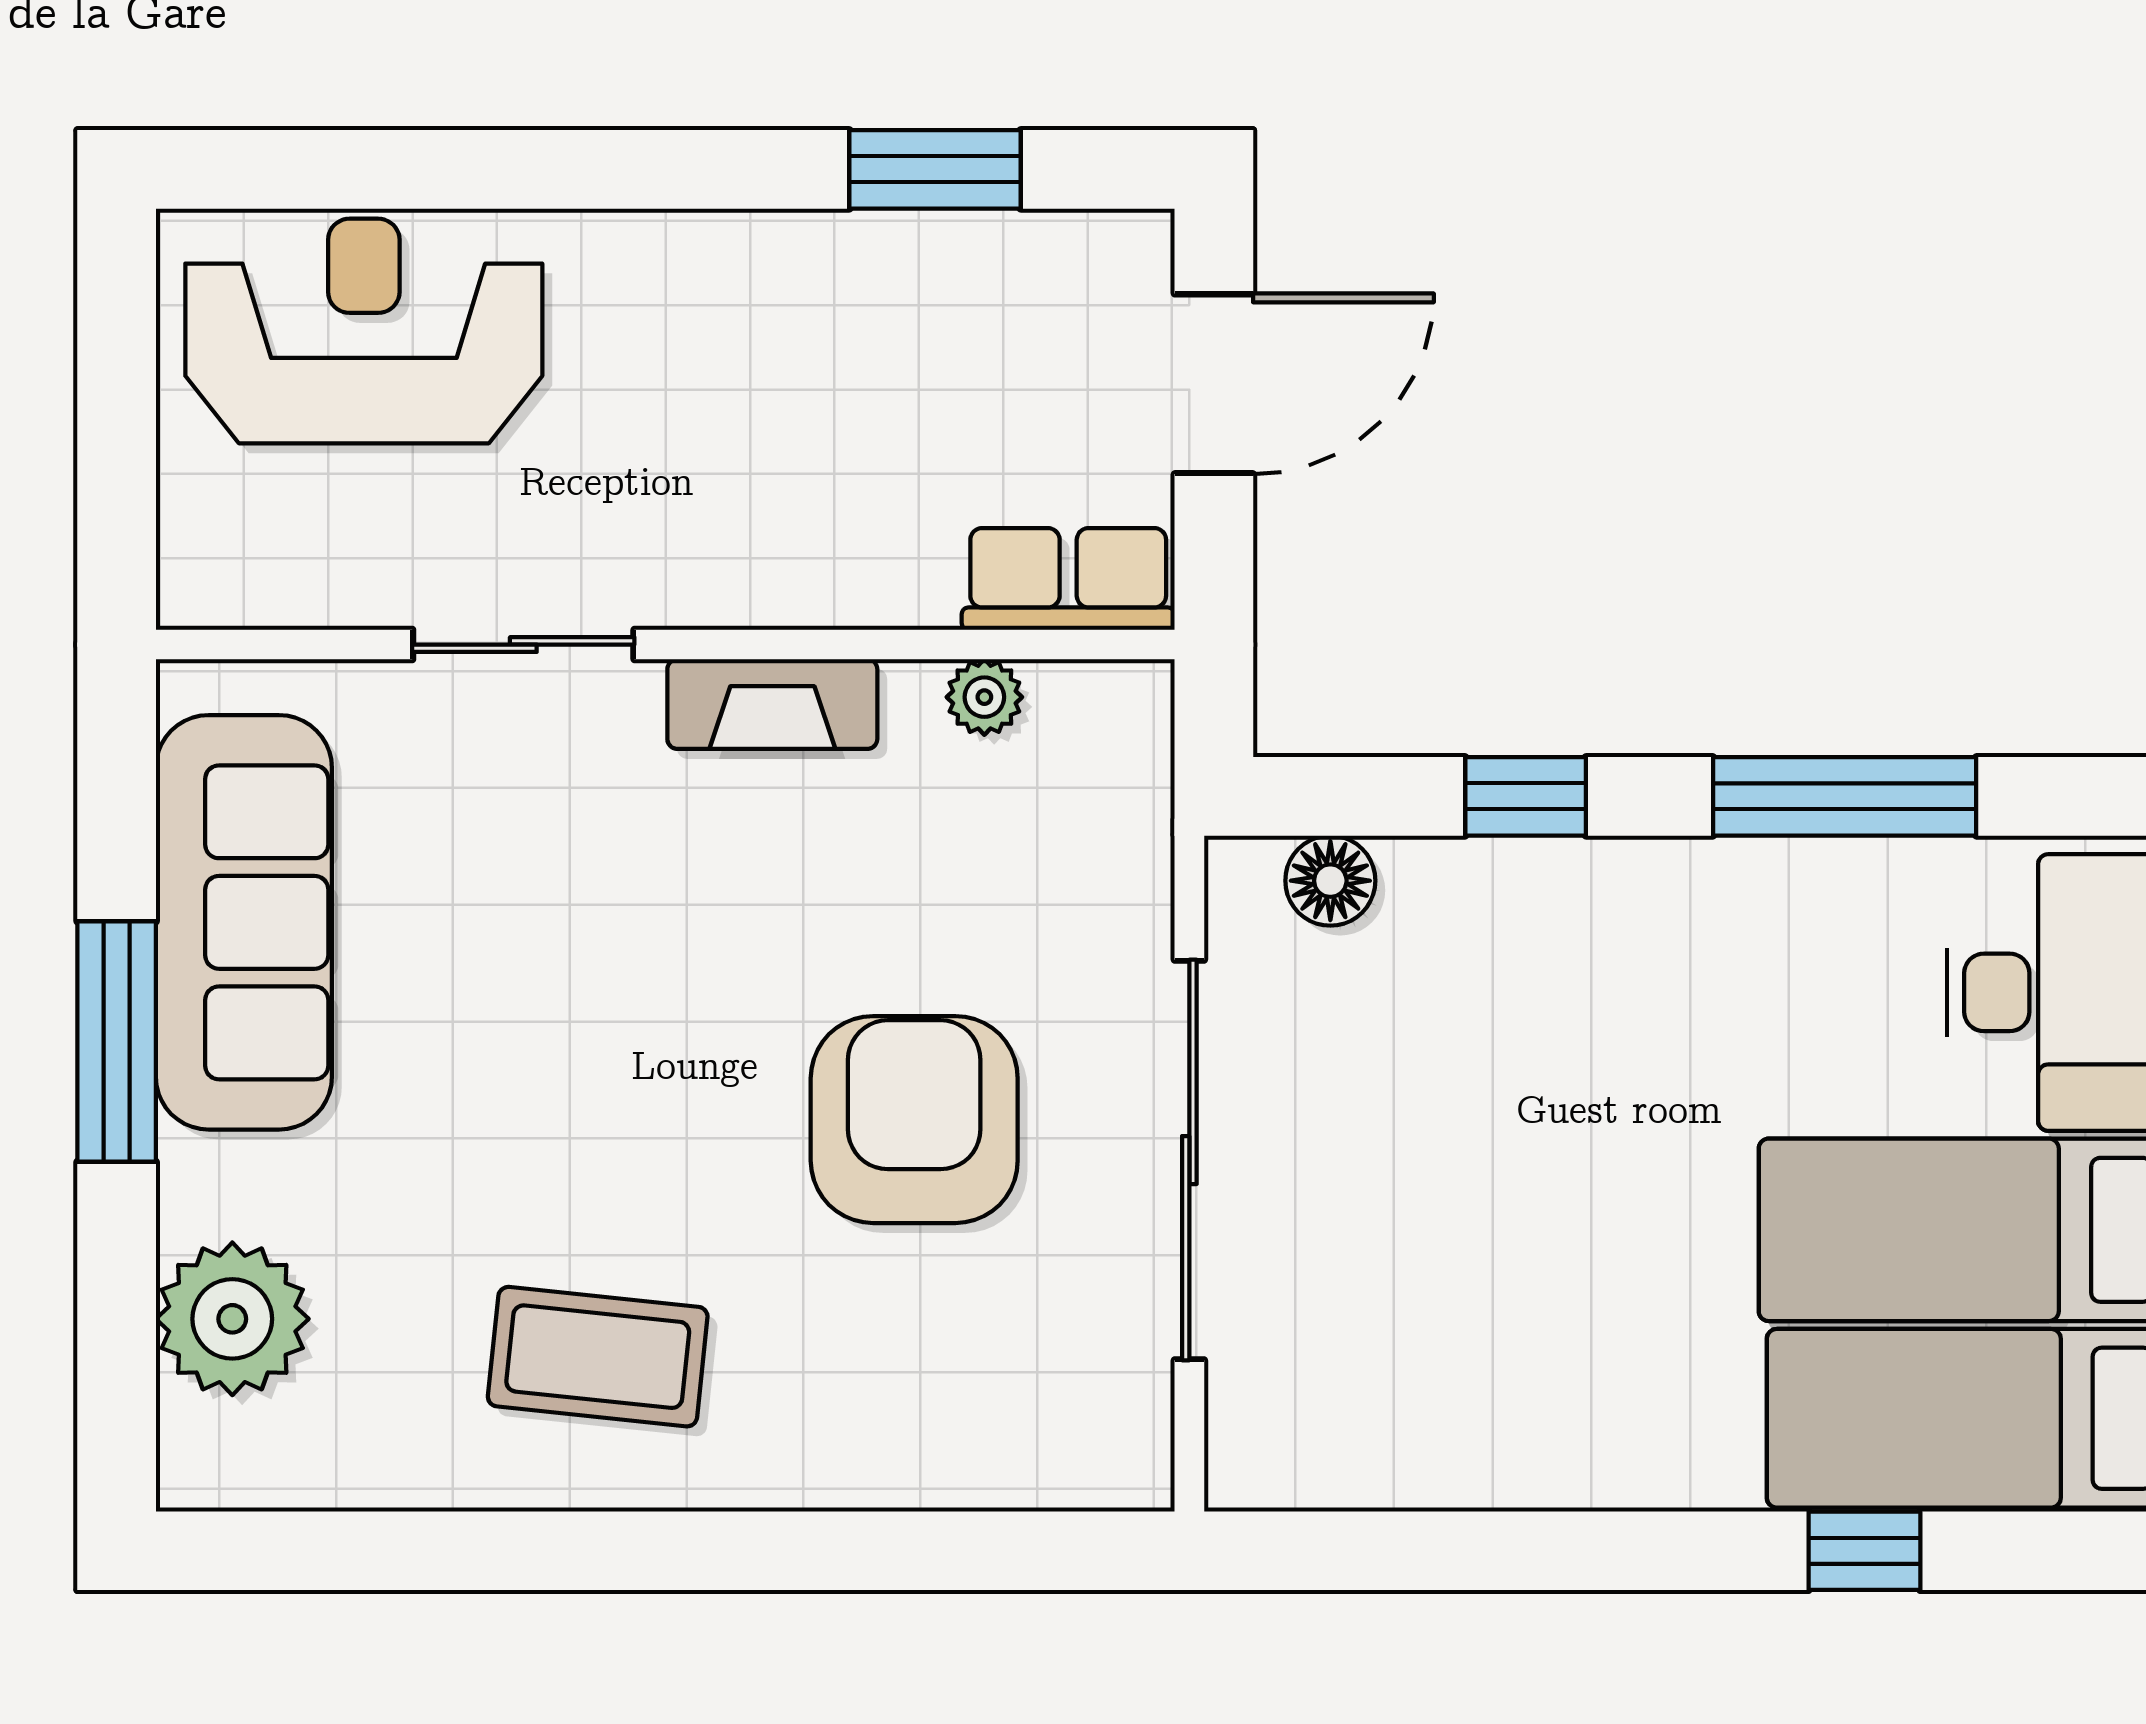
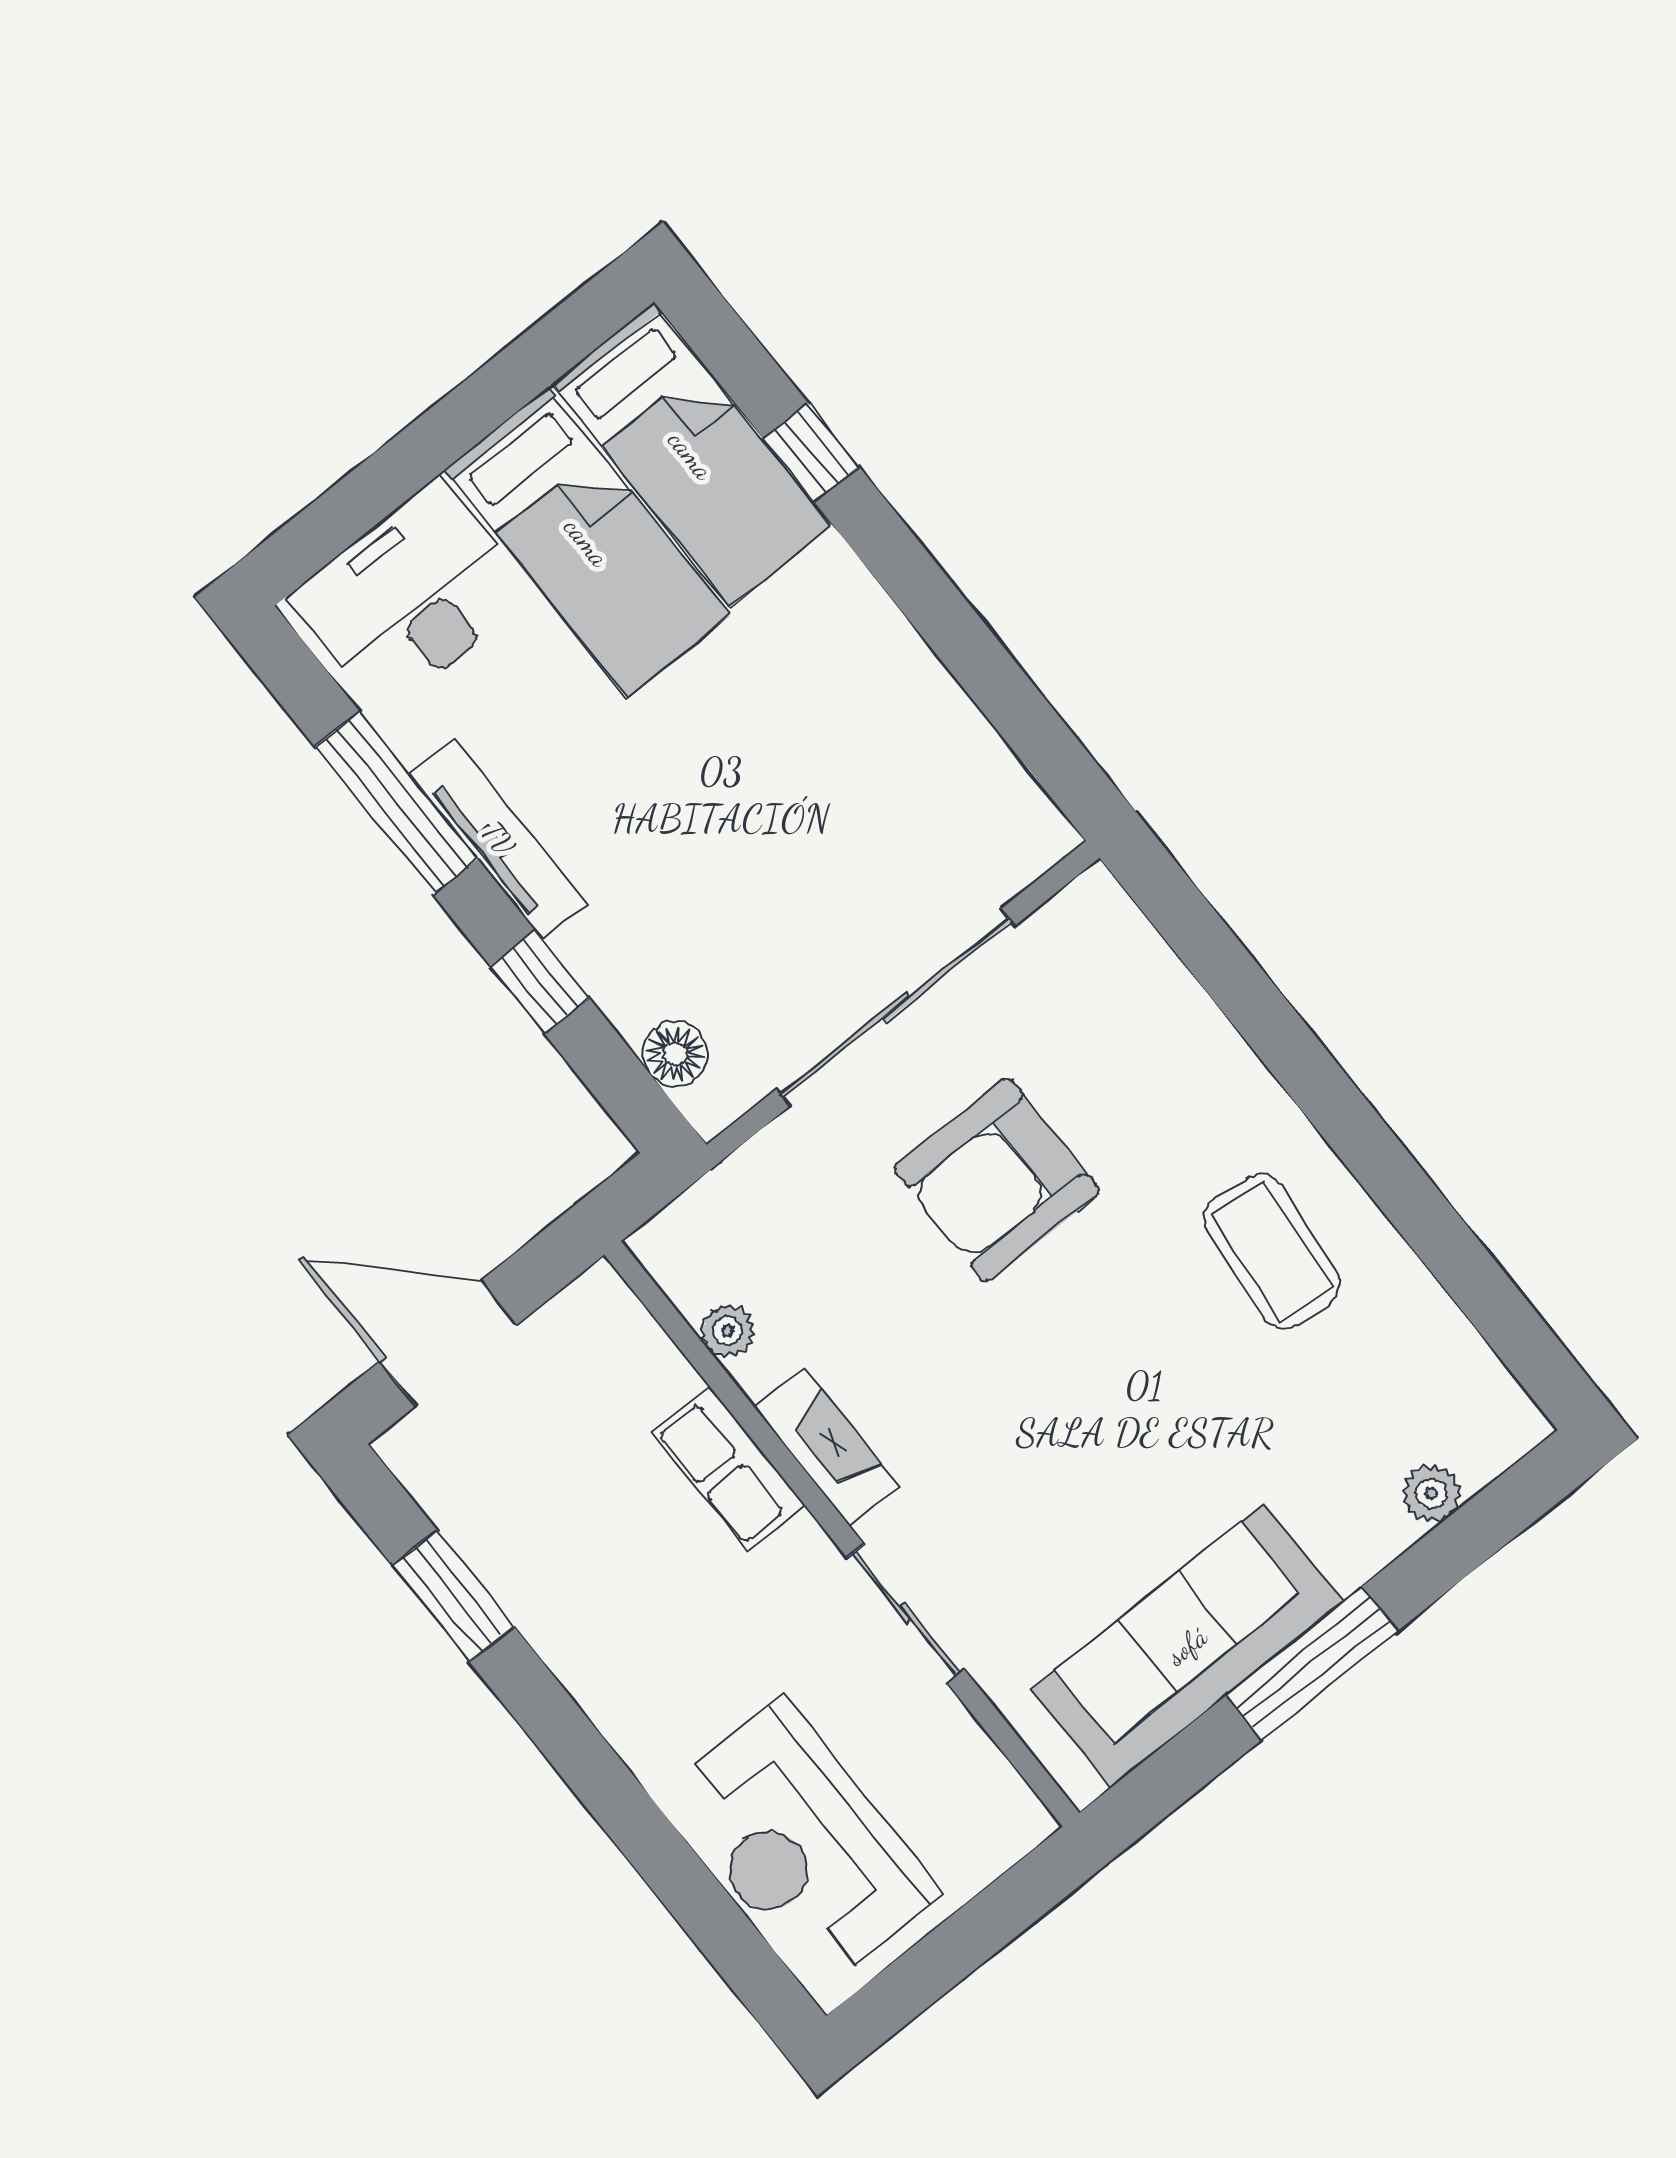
row of seats: (1068, 579) -> (729, 1468), moved
tv unit: (1717, 876) -> (498, 839), added
plant: (232, 1319) -> (1431, 1494), width x0.53, depth x0.53

